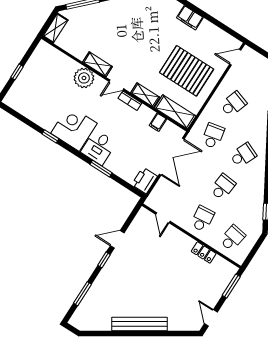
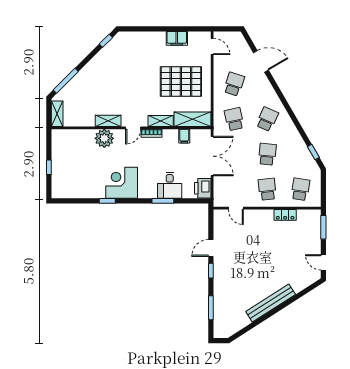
filing cabinet: (190, 18) -> (177, 38), moved
door: (235, 57) -> (212, 47), swing flipped
desk: (98, 147) -> (170, 185), moved

